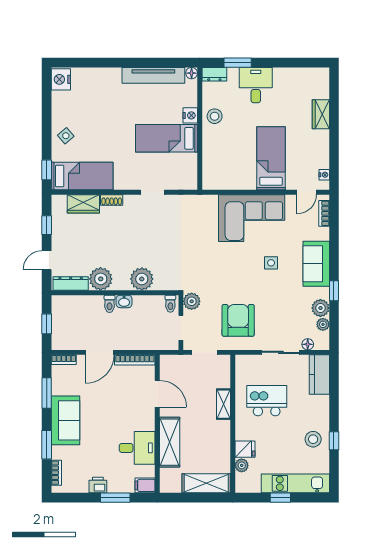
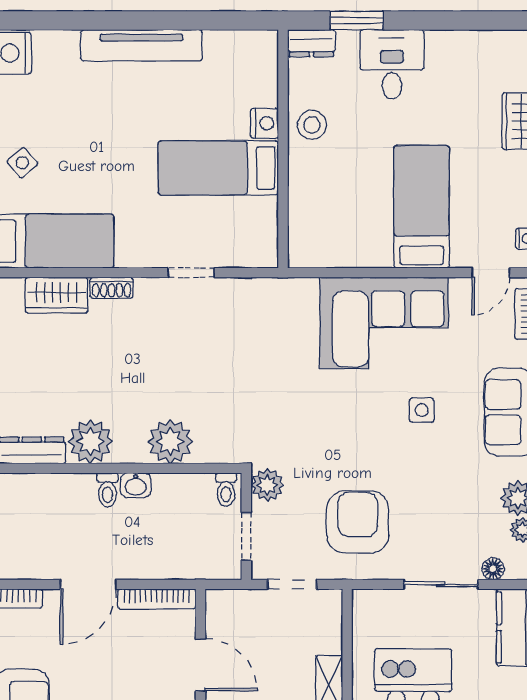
floor lamp: (192, 73) -> (267, 41), removed
tv unit: (153, 75) -> (141, 45), moved

